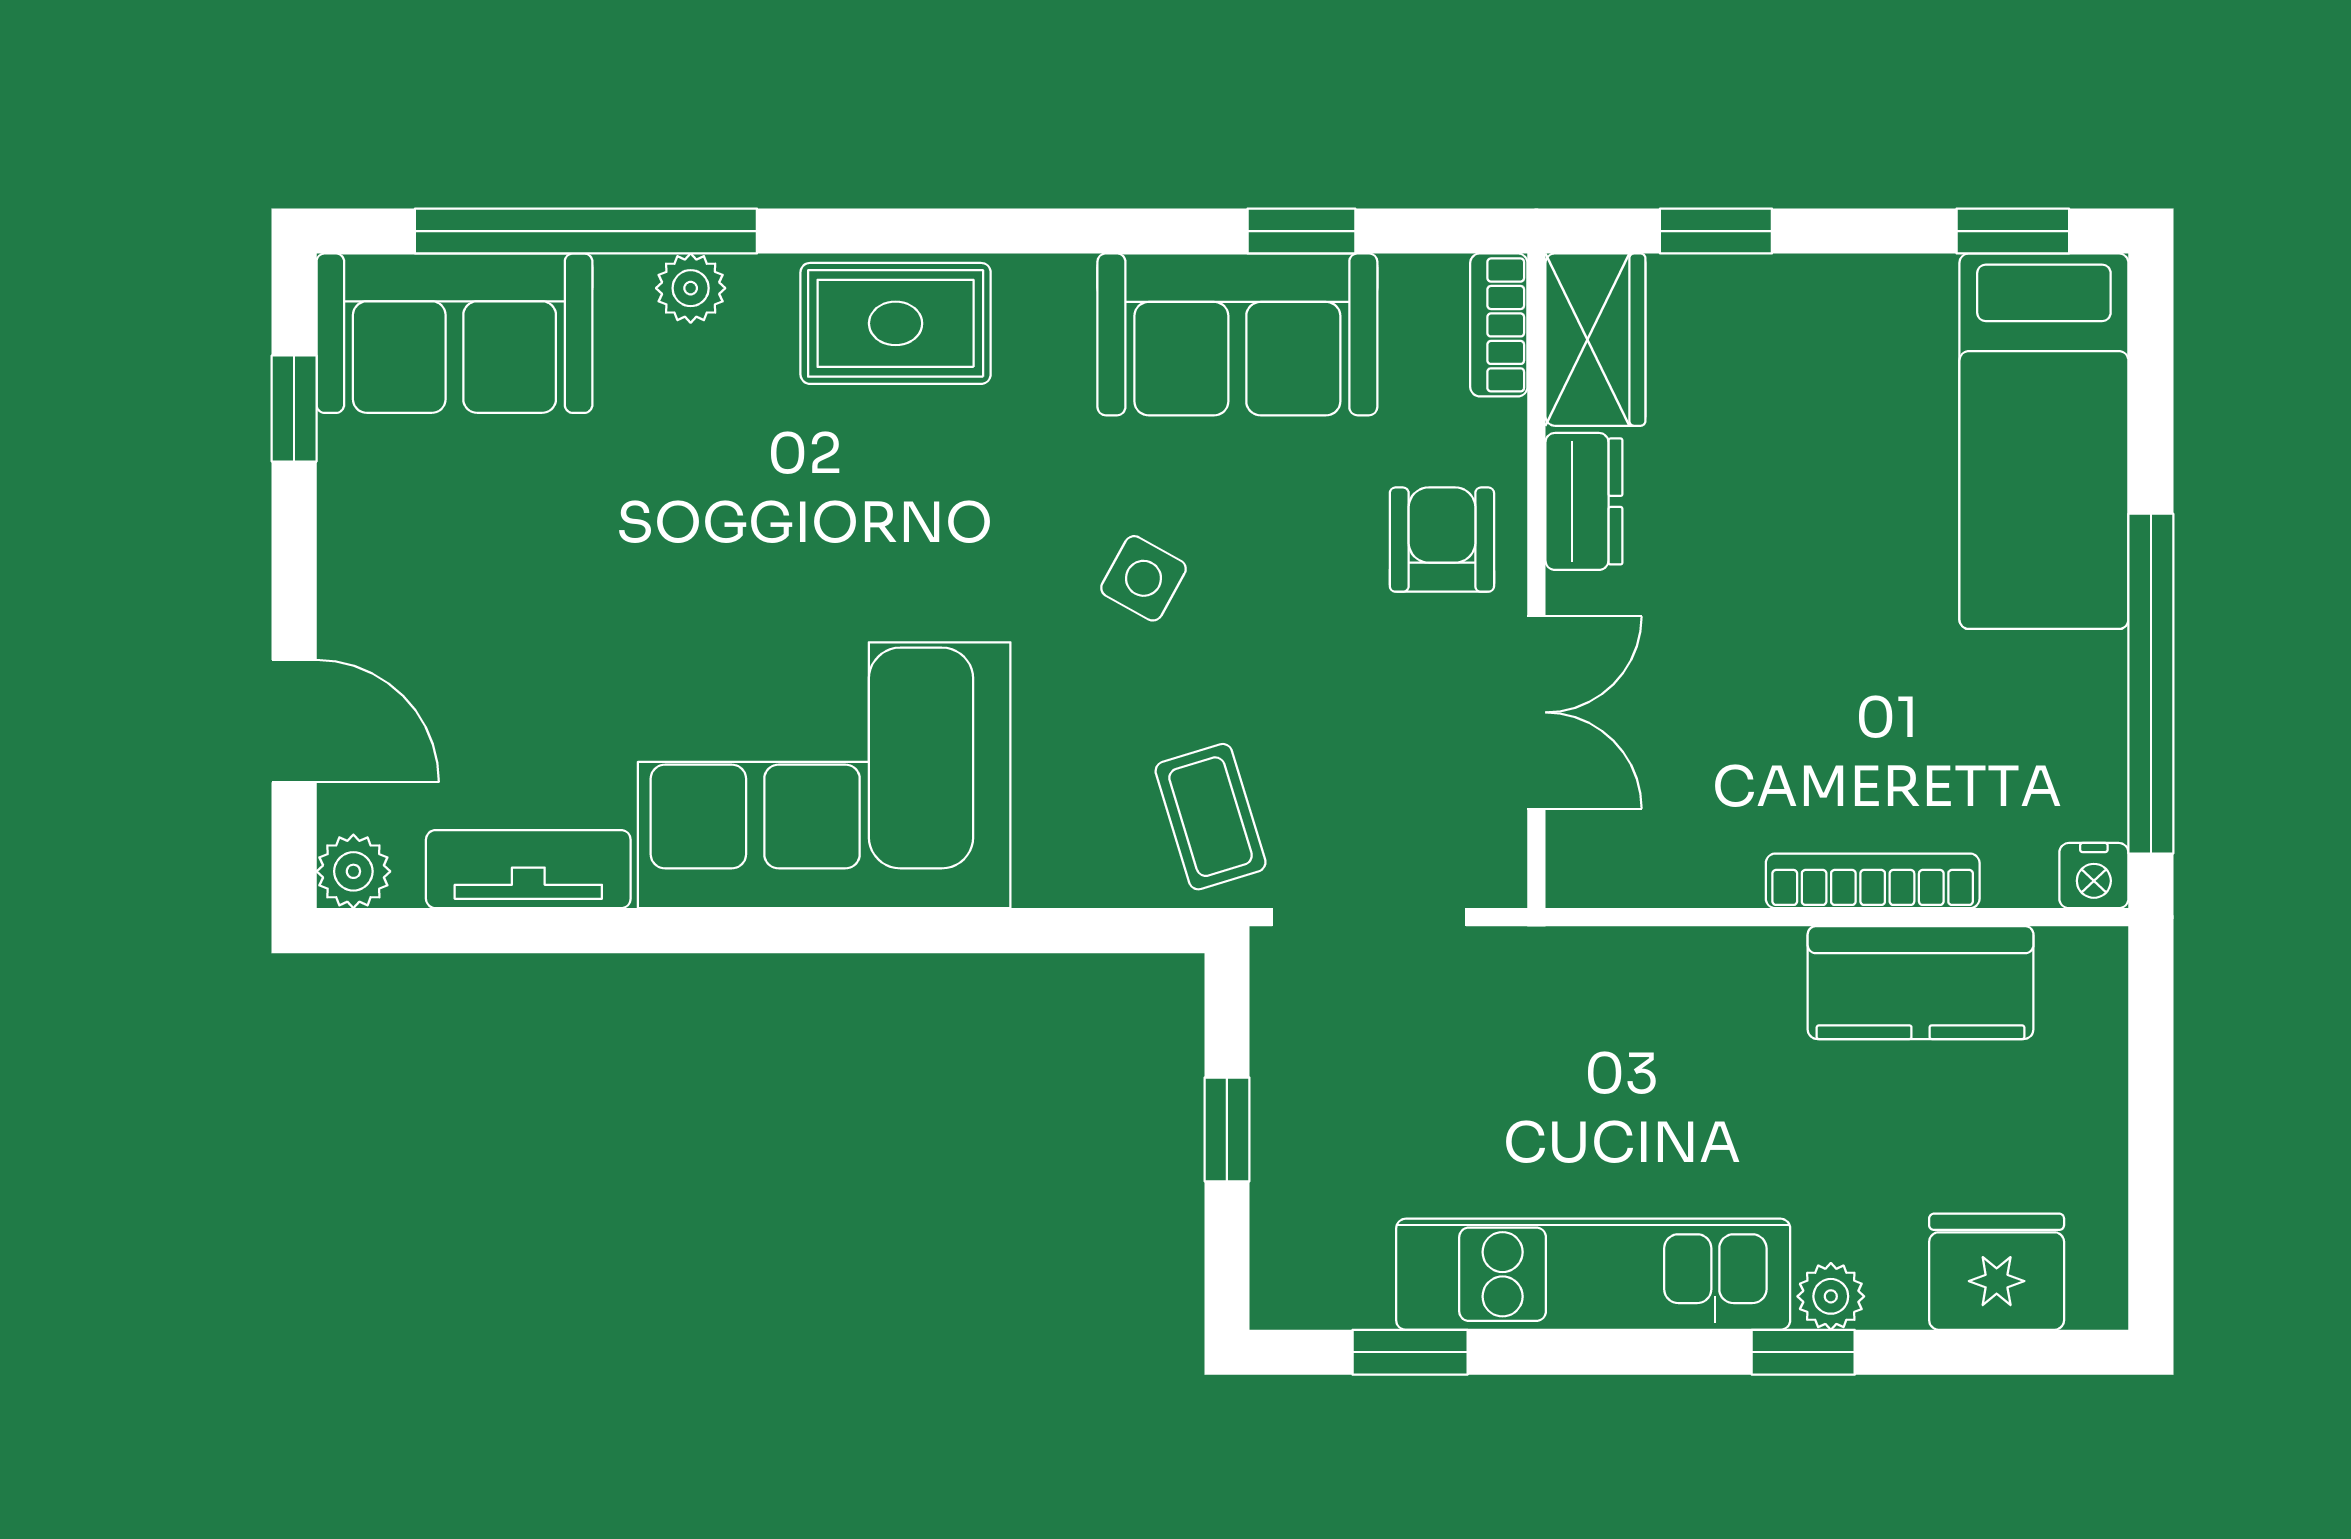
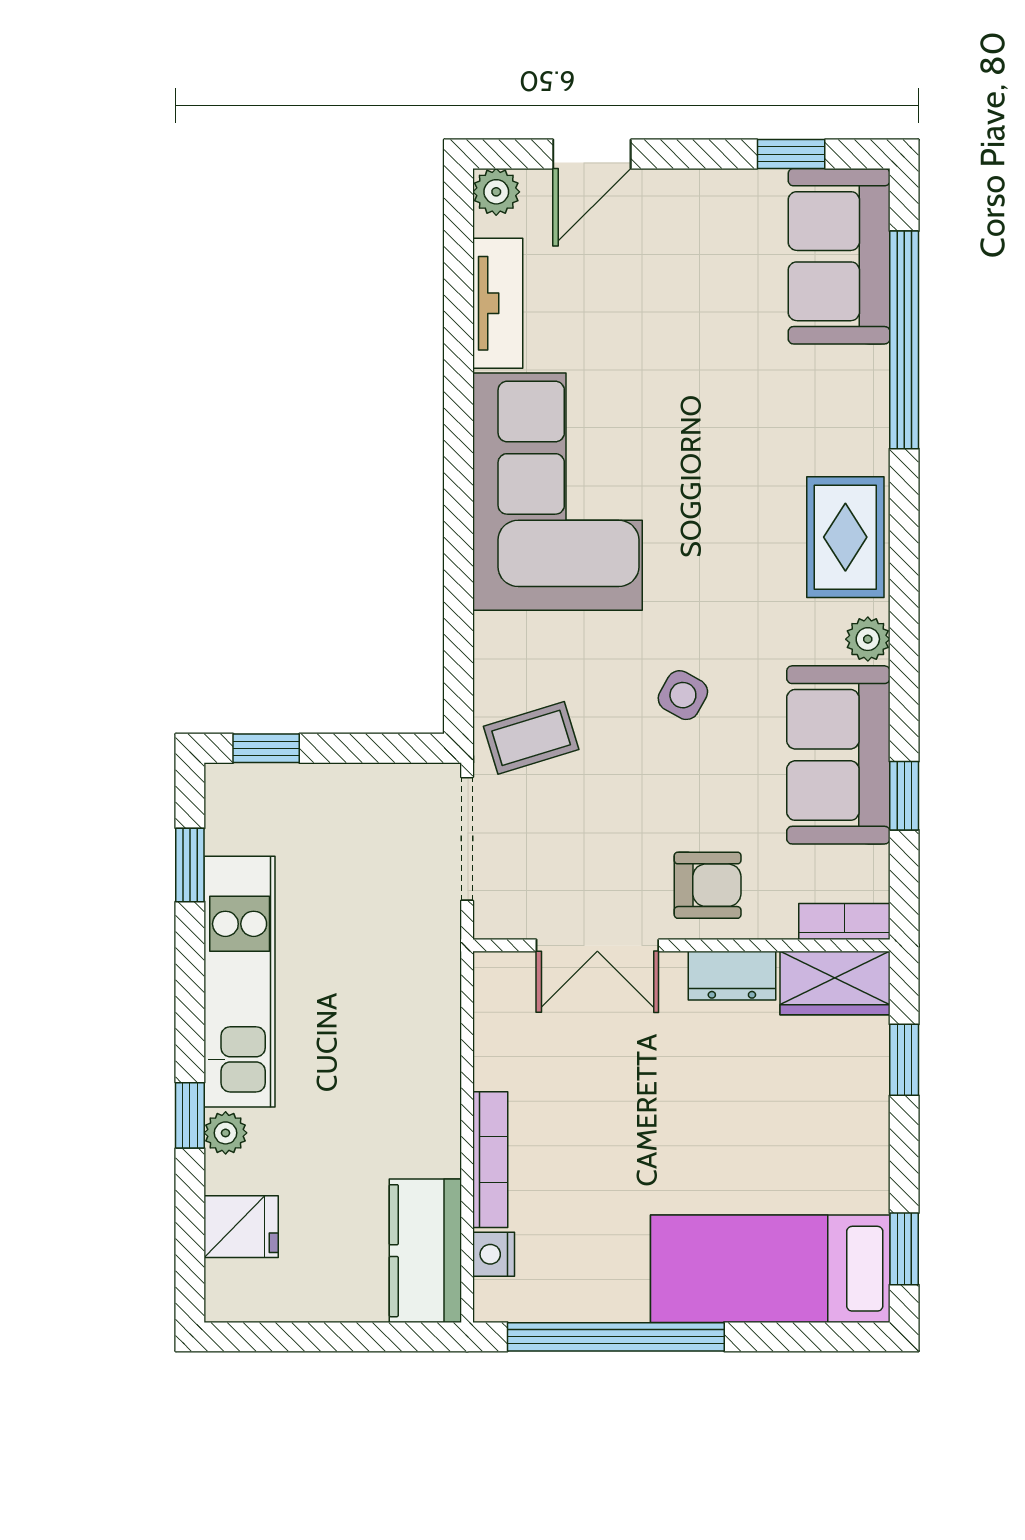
plant: (691, 288) -> (868, 639), moved
nightstand: (2094, 876) -> (494, 1254), moved
kitchen counter: (1921, 983) -> (425, 1251), moved
window: (1227, 1129) -> (266, 748), moved
fridge: (1997, 1272) -> (241, 1227), width x0.72

